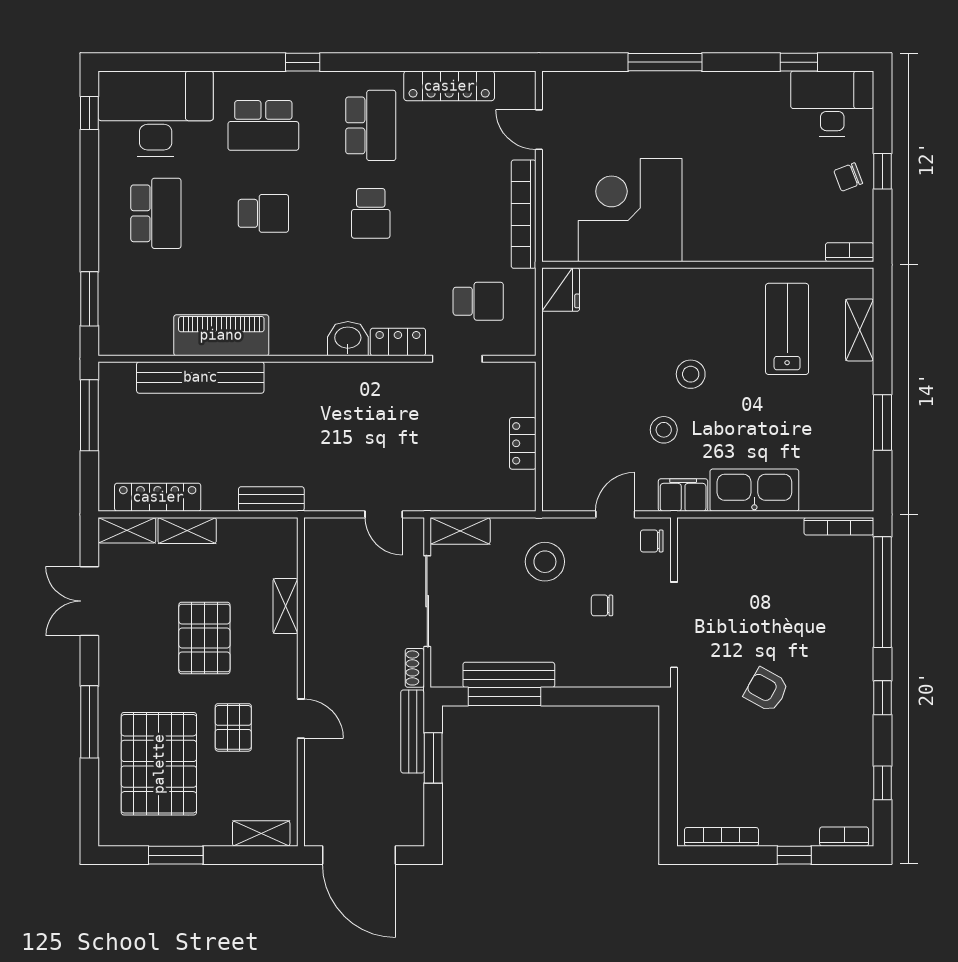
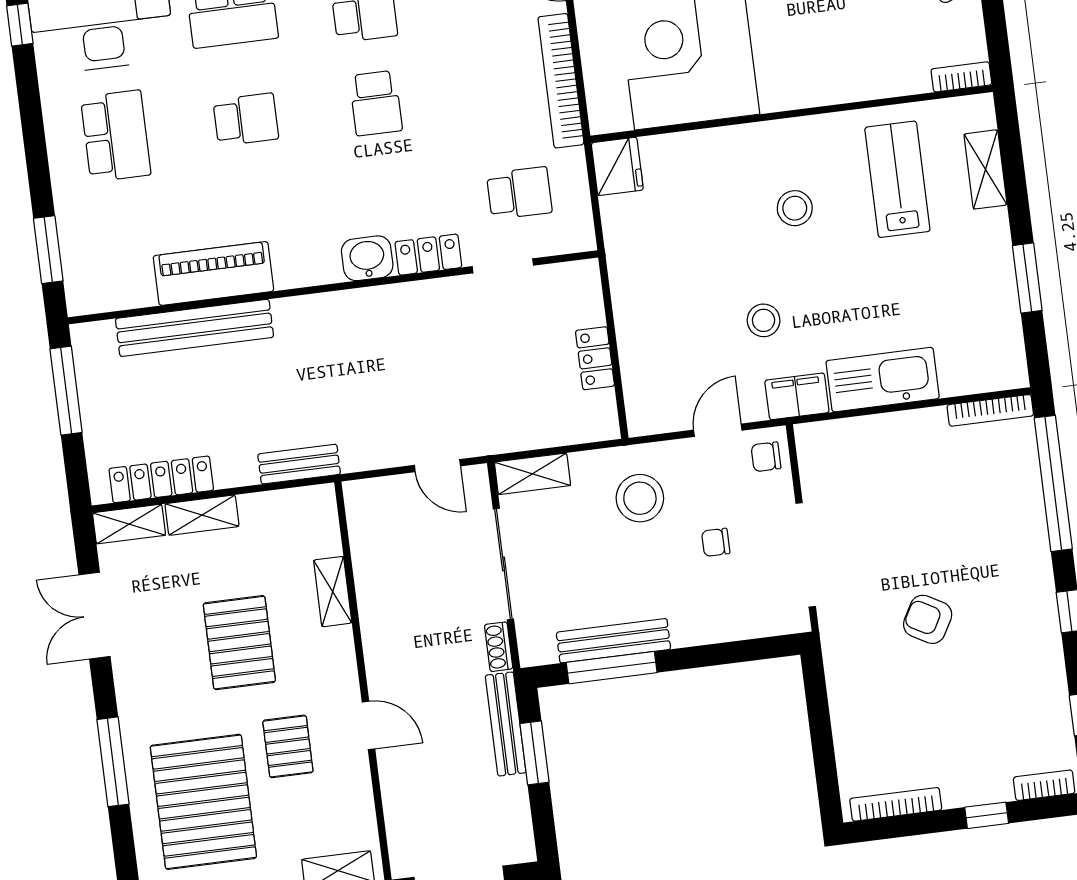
stool: (691, 374) -> (795, 208), moved

